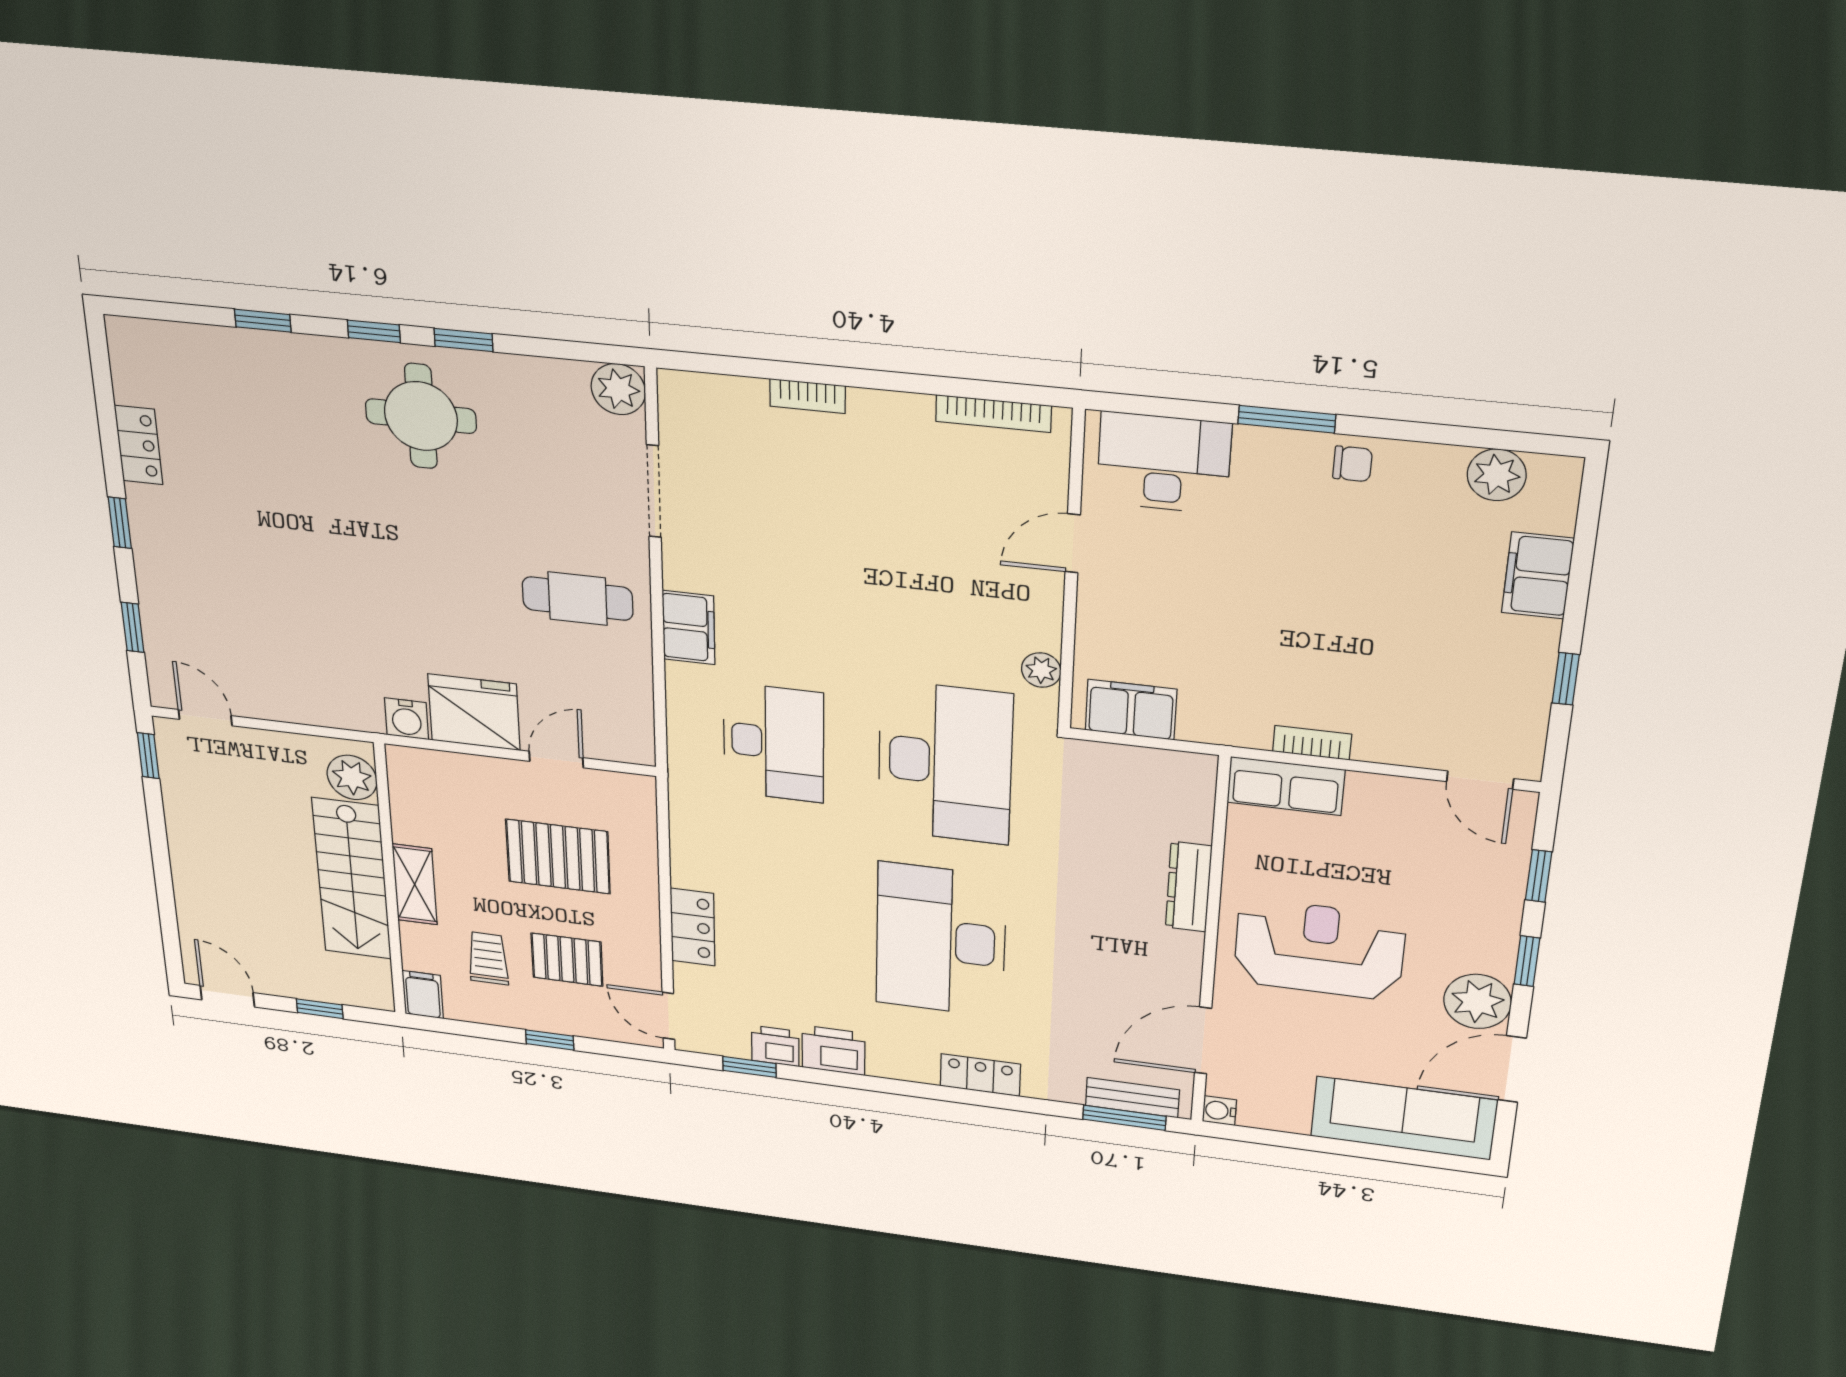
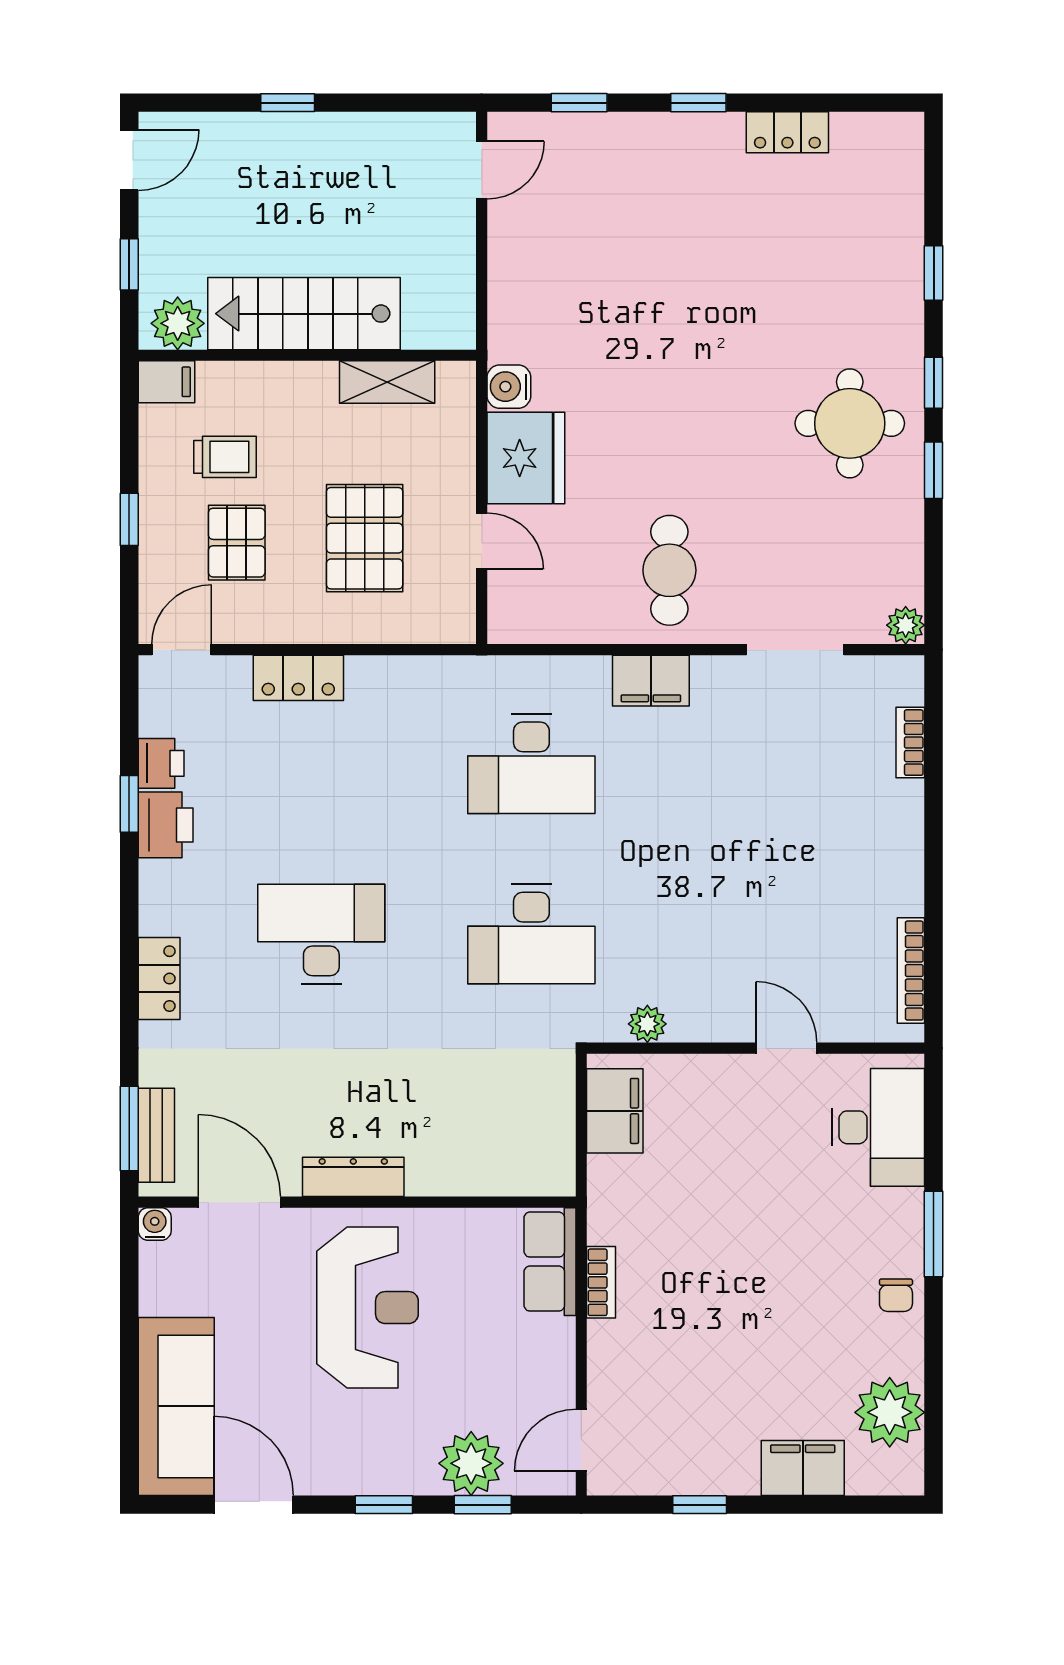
plant: (618, 389) -> (906, 625), width x0.73, depth x0.73
bookcase: (808, 396) -> (910, 743), moved
plant: (1497, 475) -> (890, 1412), width x1.36, depth x1.36
window: (148, 756) -> (288, 103), moved
desk: (945, 763) -> (531, 934), width x0.73, depth x0.77
plant: (352, 777) -> (178, 323), moved
shelving: (415, 884) -> (387, 382), moved
dresser: (1189, 887) -> (353, 1177), moved
desk: (941, 940) -> (321, 934), width x0.73, depth x0.77
plant: (1477, 1001) -> (471, 1463), moved
window: (749, 1067) -> (129, 804), moved

